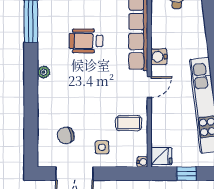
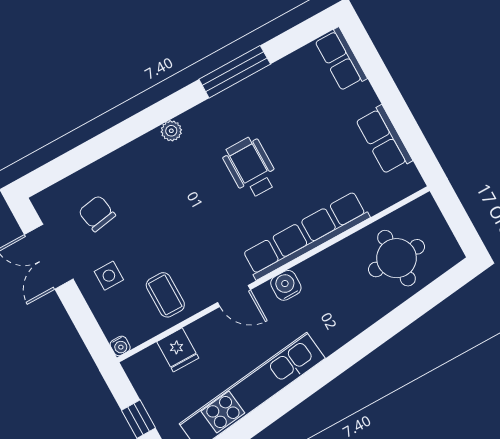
fridge: (161, 156) -> (178, 350), moved

